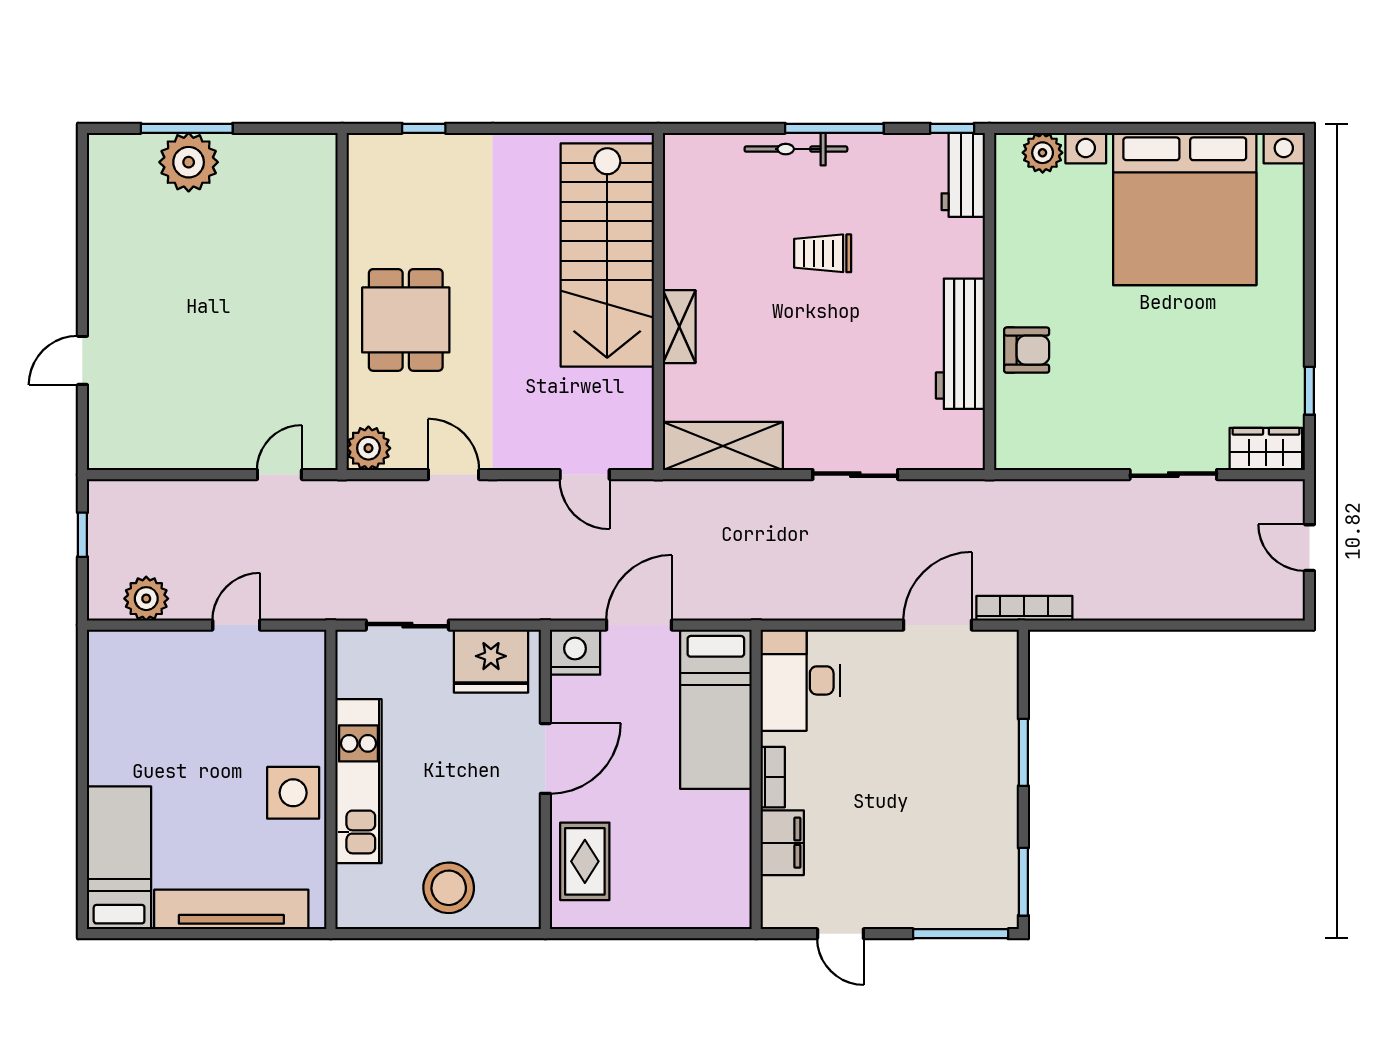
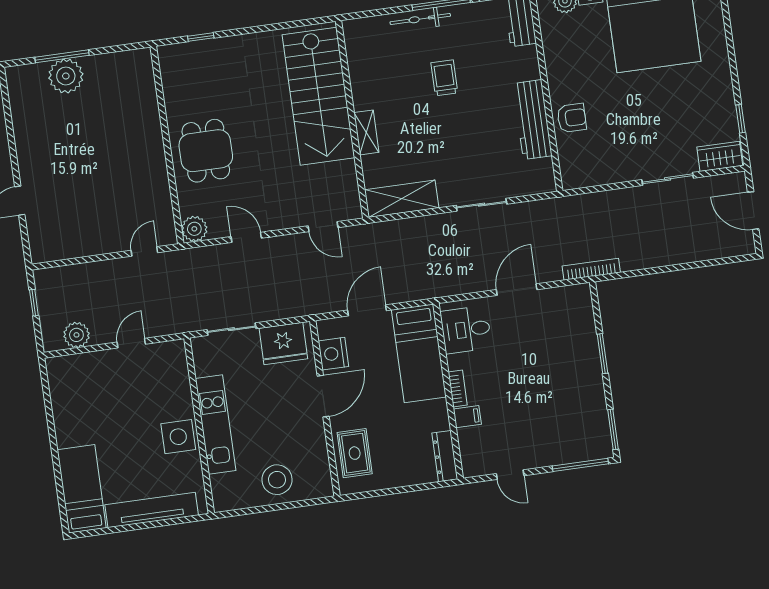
trolley: (823, 253) -> (444, 78), turned 90
door: (1309, 548) -> (753, 211), width x1.37
door: (937, 625) -> (517, 290), moved
nightstand: (575, 652) -> (333, 354), moved, turned -90
desk: (800, 680) -> (466, 330), width x0.73
filing cabinet: (782, 843) -> (467, 417), width x0.50
dresser: (735, 887) -> (445, 456), added

